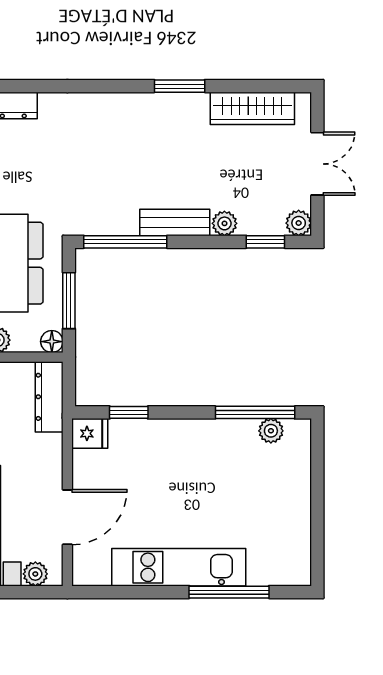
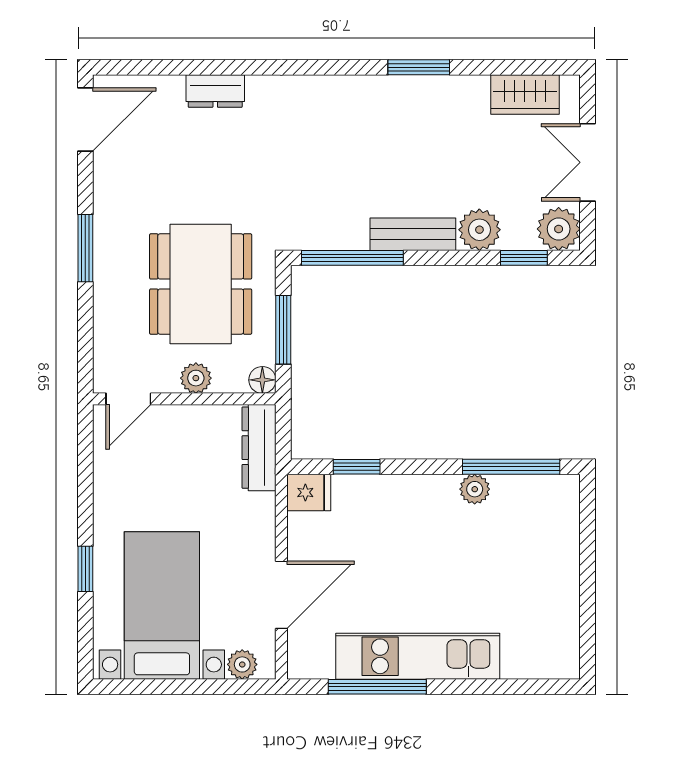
wardrobe: (252, 108) -> (525, 94), width x0.67
double door: (317, 164) -> (587, 162), swing flipped
plant: (224, 223) -> (479, 230), width x1.38, depth x1.38
plant: (299, 223) -> (559, 229), width x1.38, depth x1.38
plant: (271, 431) -> (475, 489), moved
window: (229, 592) -> (377, 687), moved

